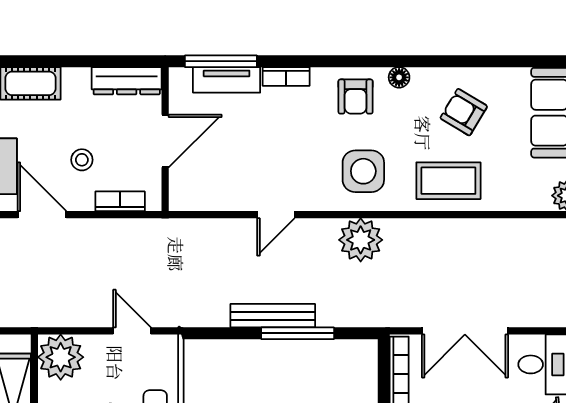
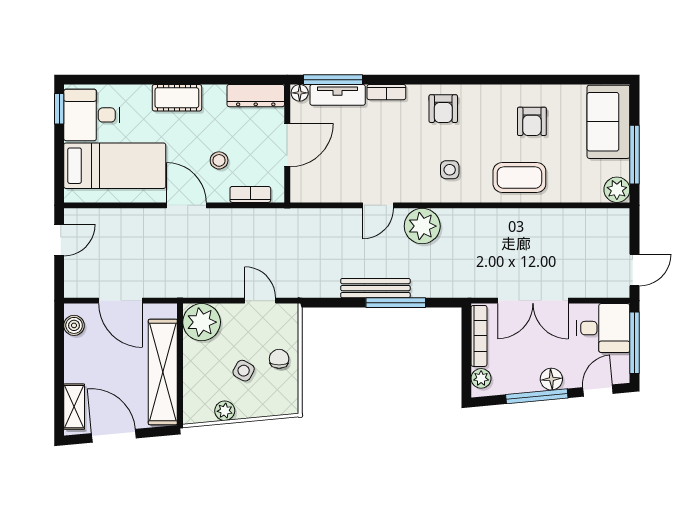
floor lamp: (399, 77) -> (300, 93), moved
armchair: (464, 112) -> (532, 121), turned -121
side table: (363, 171) -> (450, 170), width x0.54, depth x0.54
plant: (361, 240) -> (422, 226), moved

